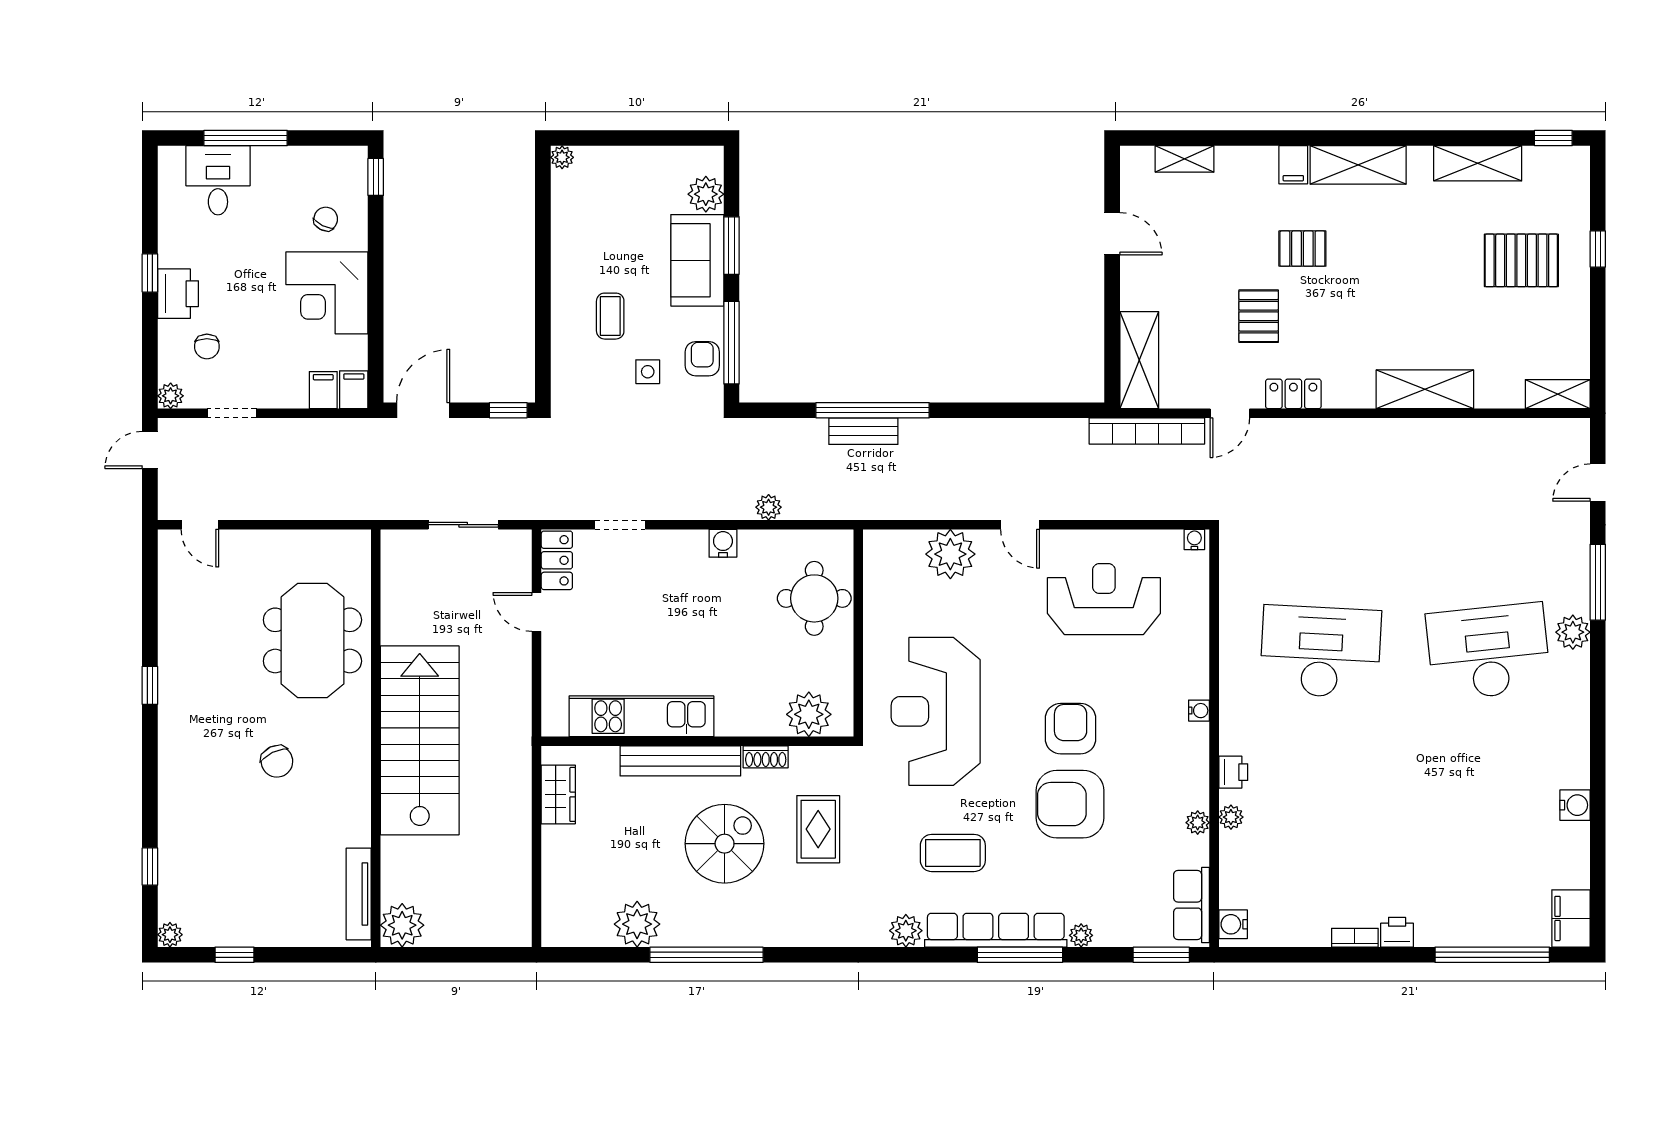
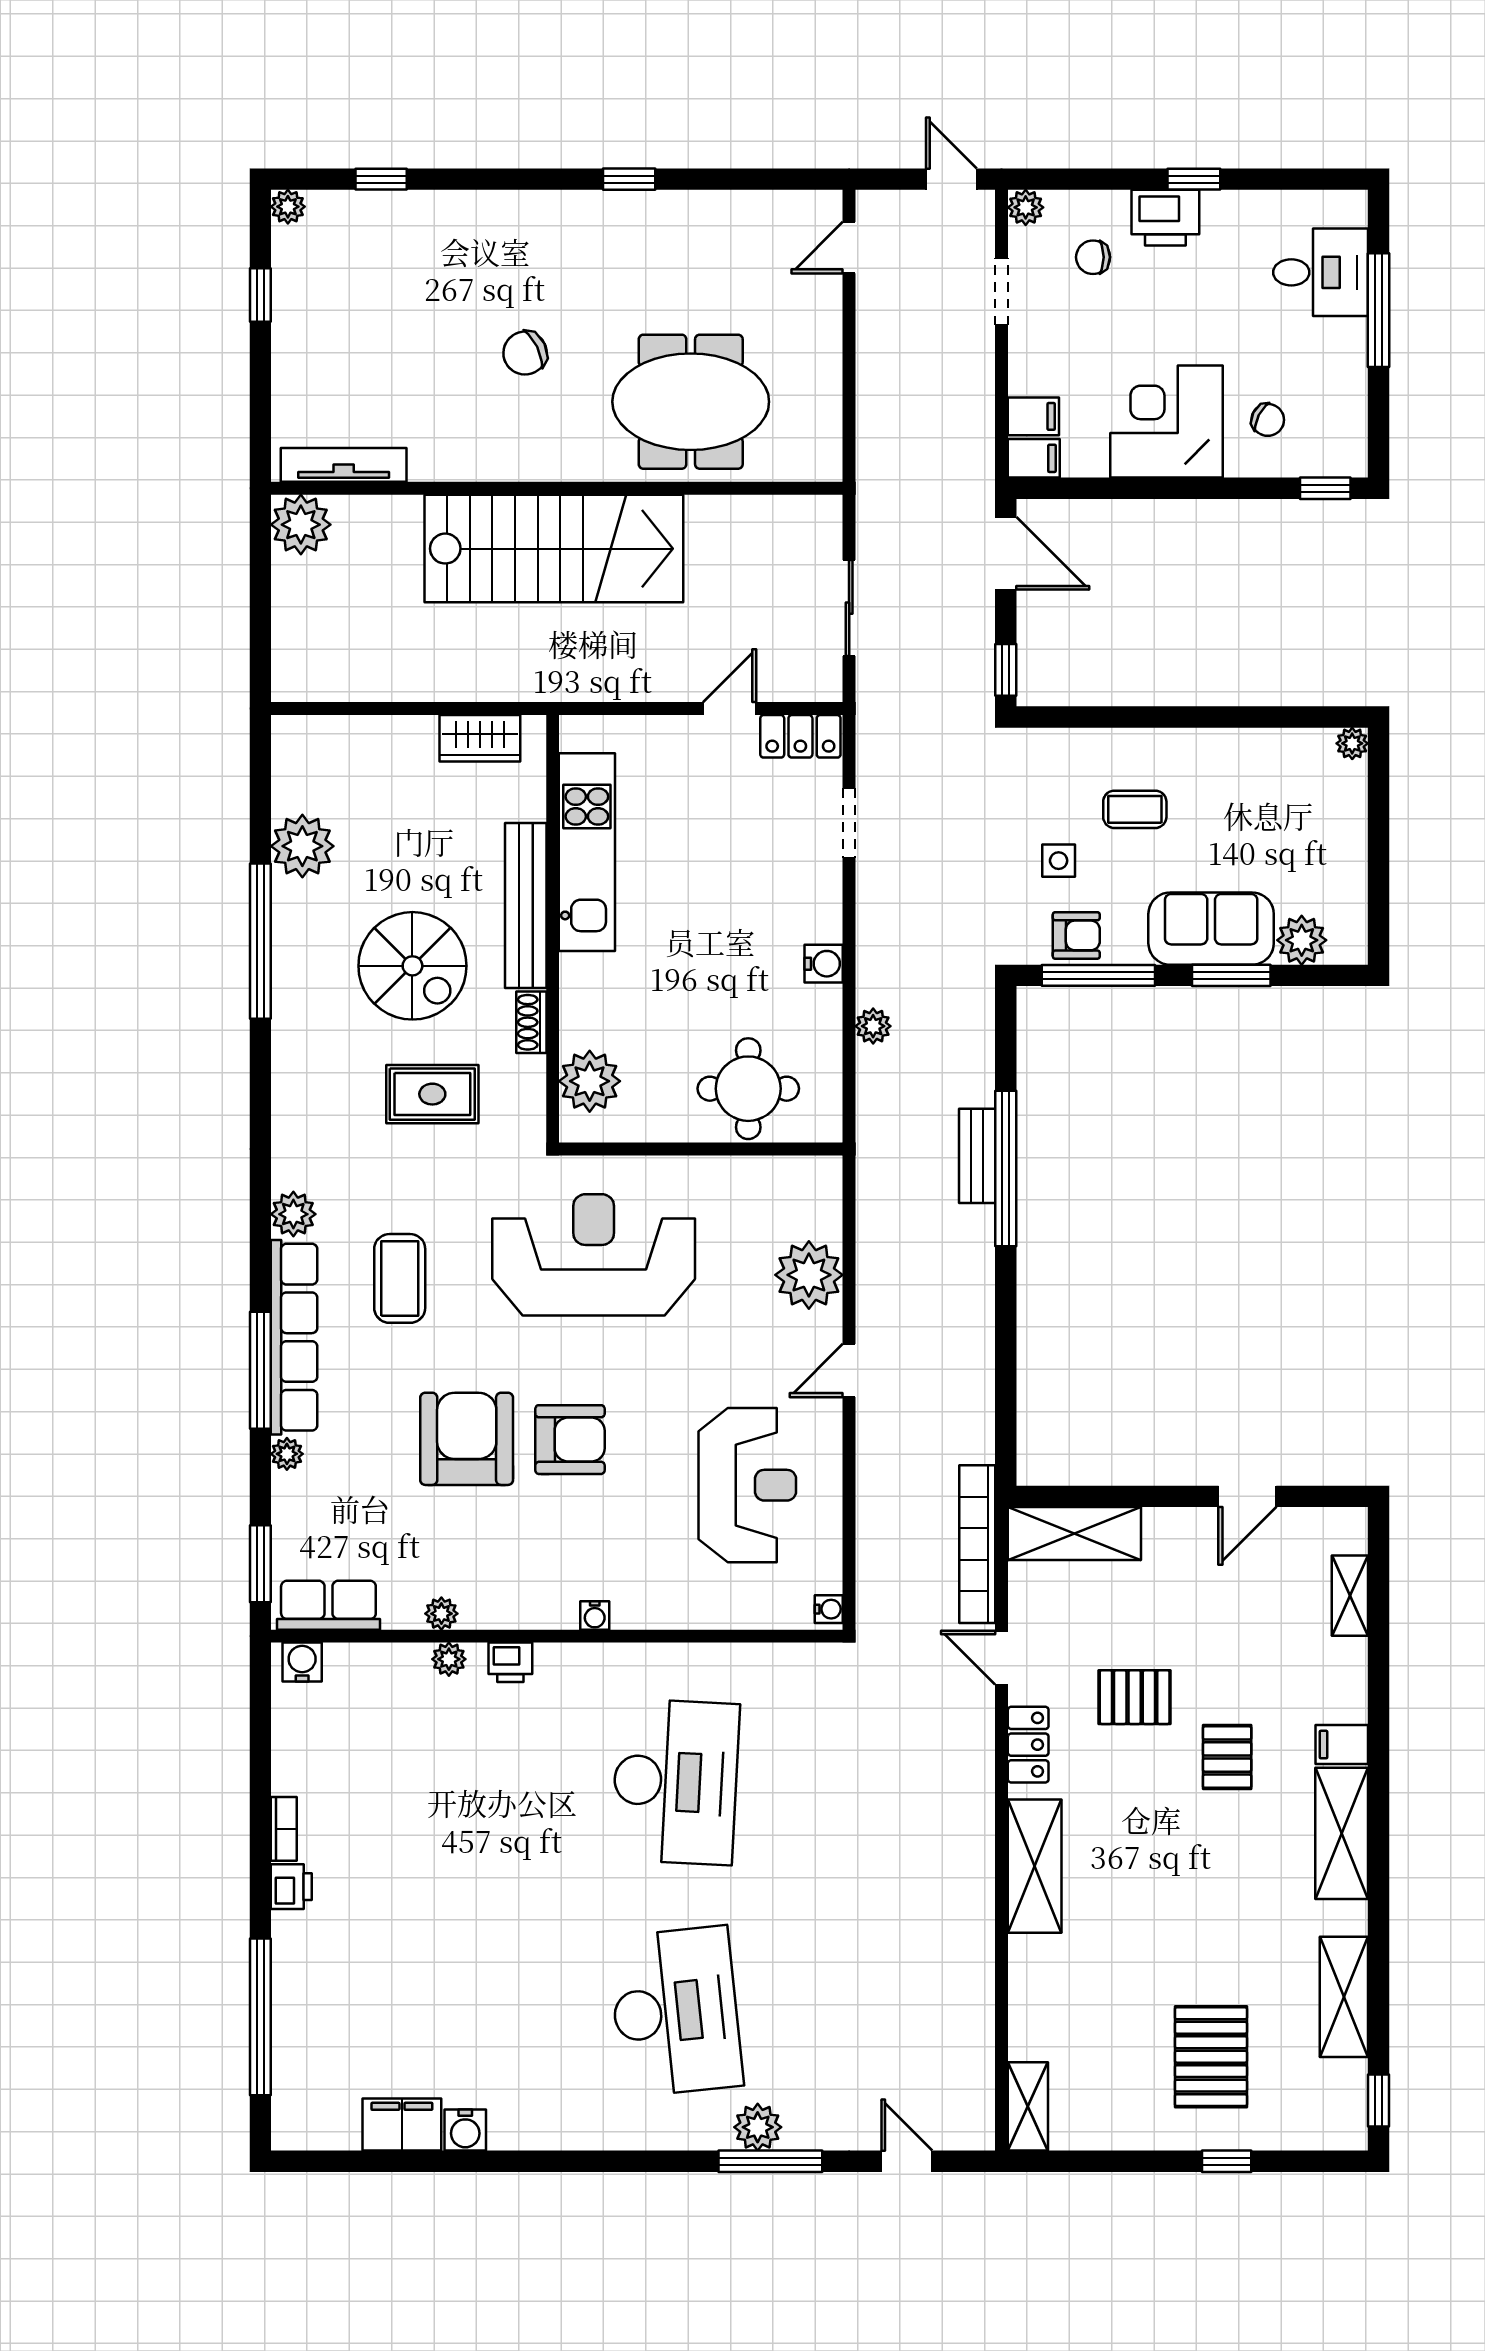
shelving: (1425, 389) -> (1035, 1866), moved
plant: (1573, 632) -> (758, 2127), moved
filing cabinet: (1571, 918) -> (402, 2125), moved

